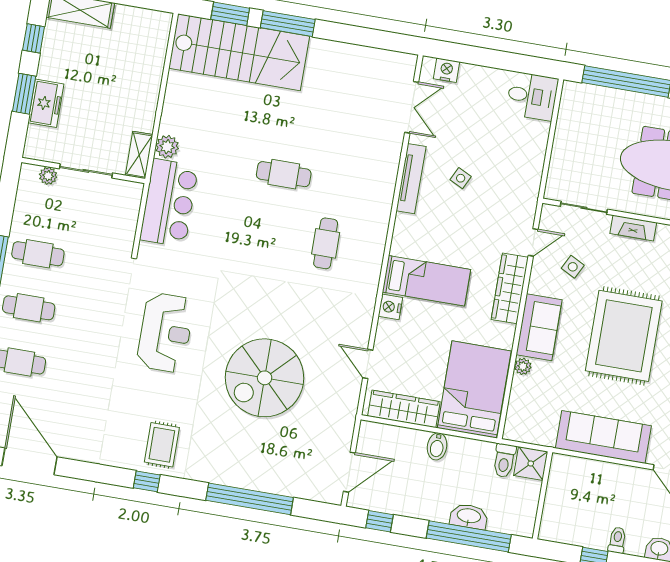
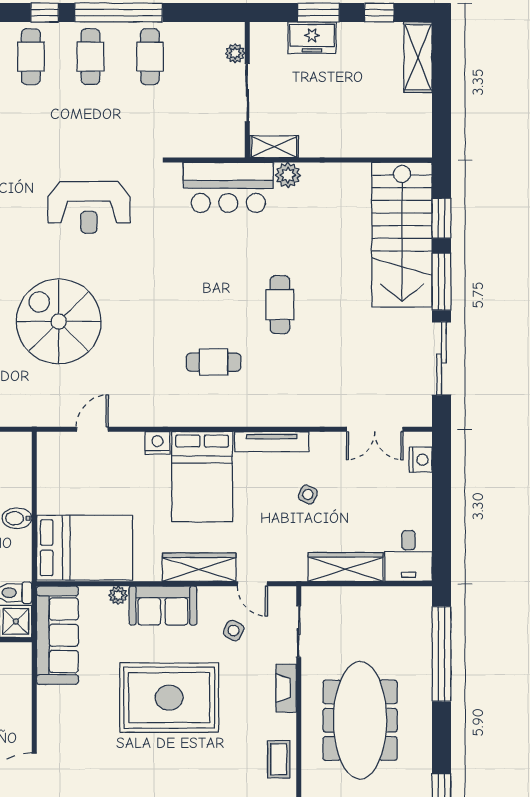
sliding door: (358, 36) -> (441, 359), added
tv unit: (411, 179) -> (272, 442), moved
bed: (426, 281) -> (202, 477), width x1.50
wardrobe: (404, 409) -> (346, 567), moved, turned -90
sofa: (603, 437) -> (57, 635), moved

